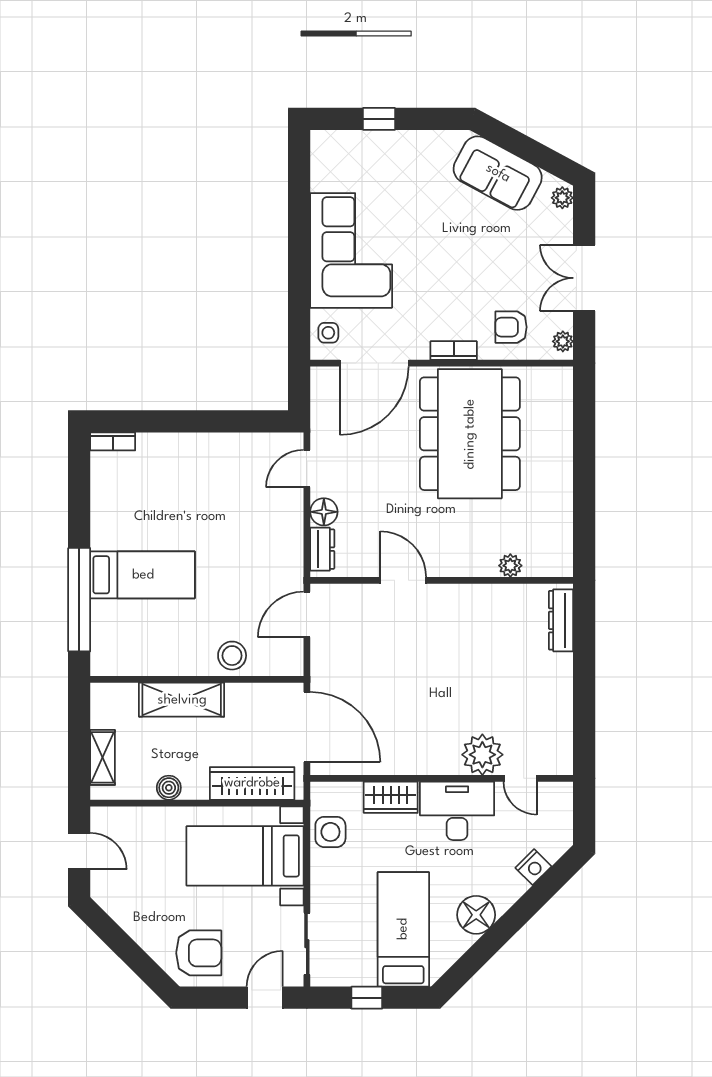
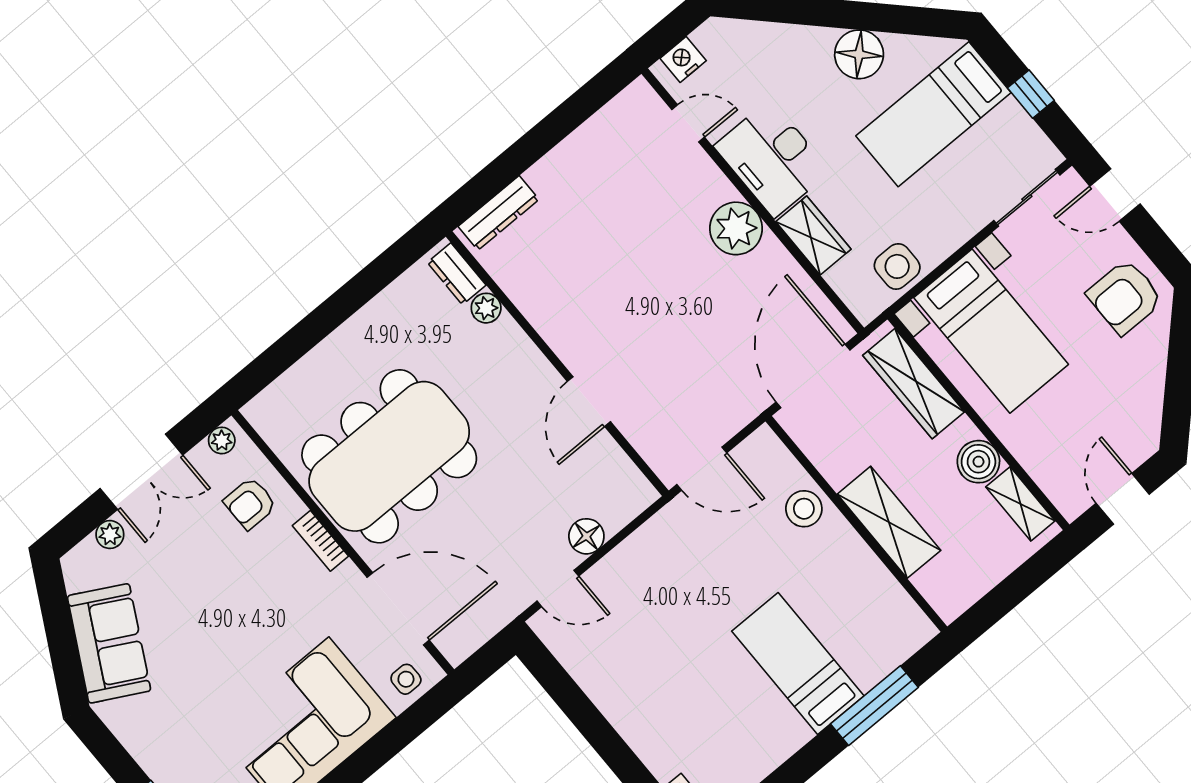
plant: (562, 198) -> (110, 535), moved
armchair: (511, 327) -> (250, 503), turned 90
dresser: (322, 549) -> (457, 274), moved, turned -90
window: (79, 600) -> (874, 706), width x0.68
plant: (482, 755) -> (736, 228), moved
shelving: (103, 757) -> (1020, 504), moved, turned 90
door: (520, 778) -> (688, 123), hinge flipped
boiler: (169, 788) -> (978, 462), width x1.36, depth x1.36
nightstand: (533, 867) -> (683, 59), moved, turned -45
armchair: (199, 953) -> (1125, 297), turned -90

